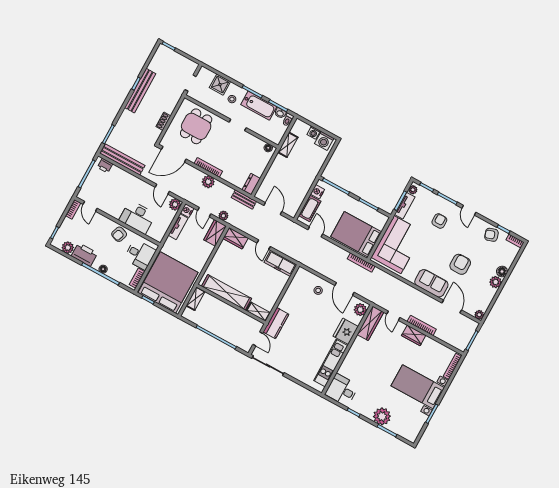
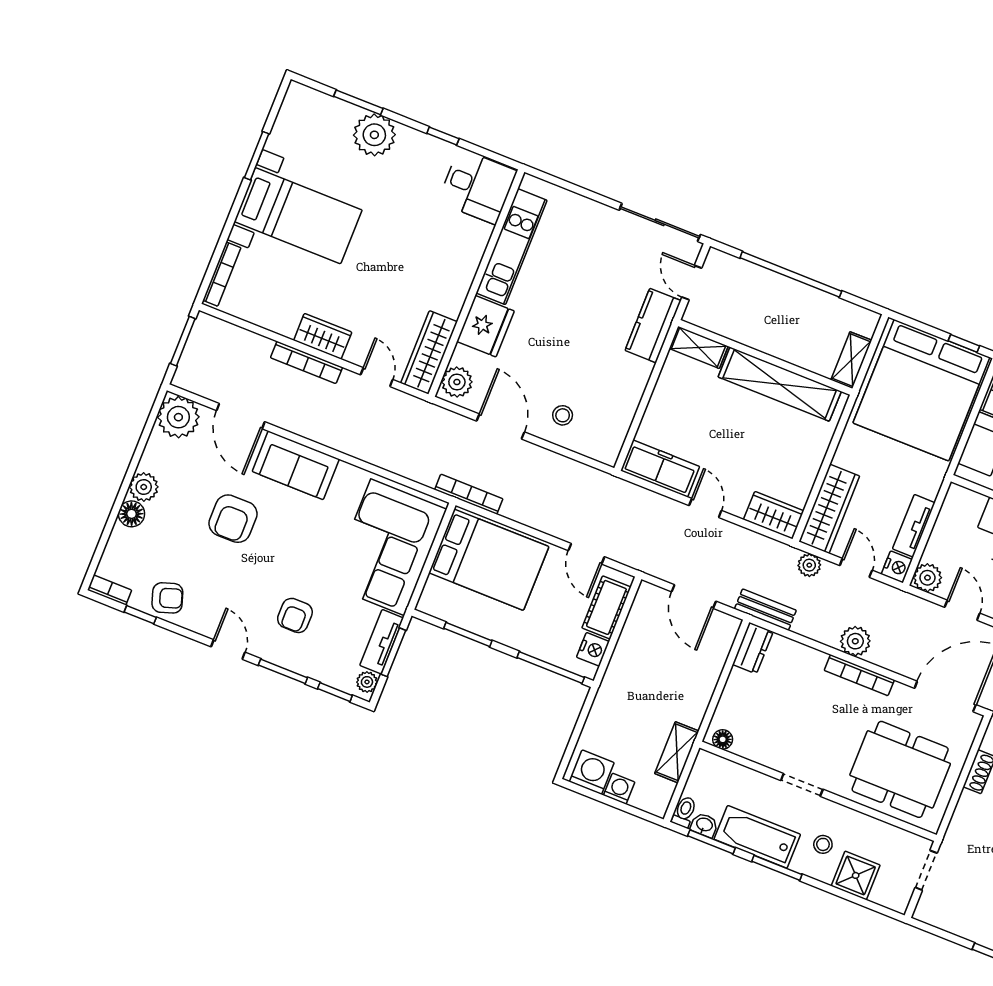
dining table: (196, 126) -> (900, 769), width x1.38
wardrobe: (215, 233) -> (829, 509), width x1.50
plant: (479, 315) -> (178, 417), width x1.88, depth x1.88

